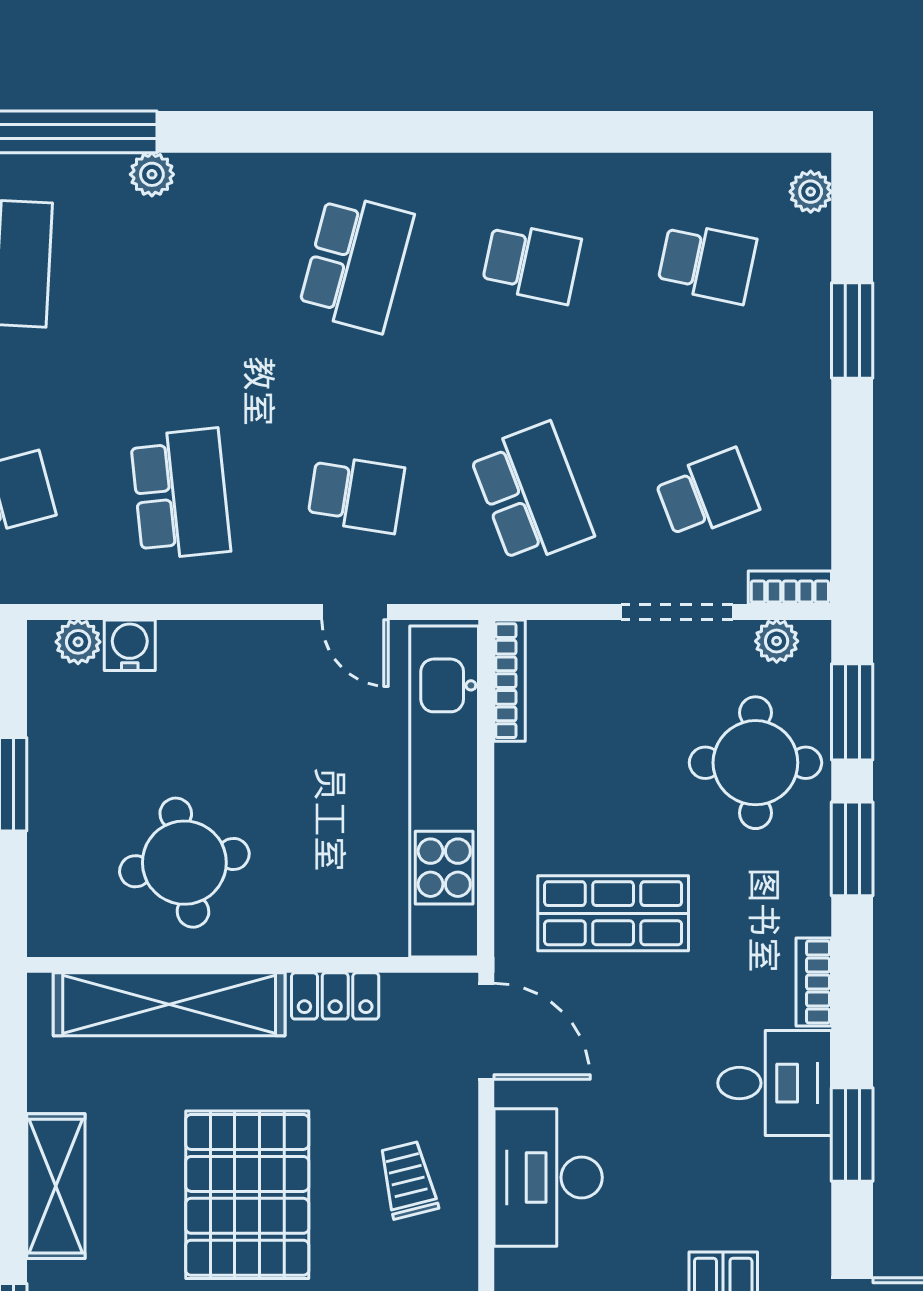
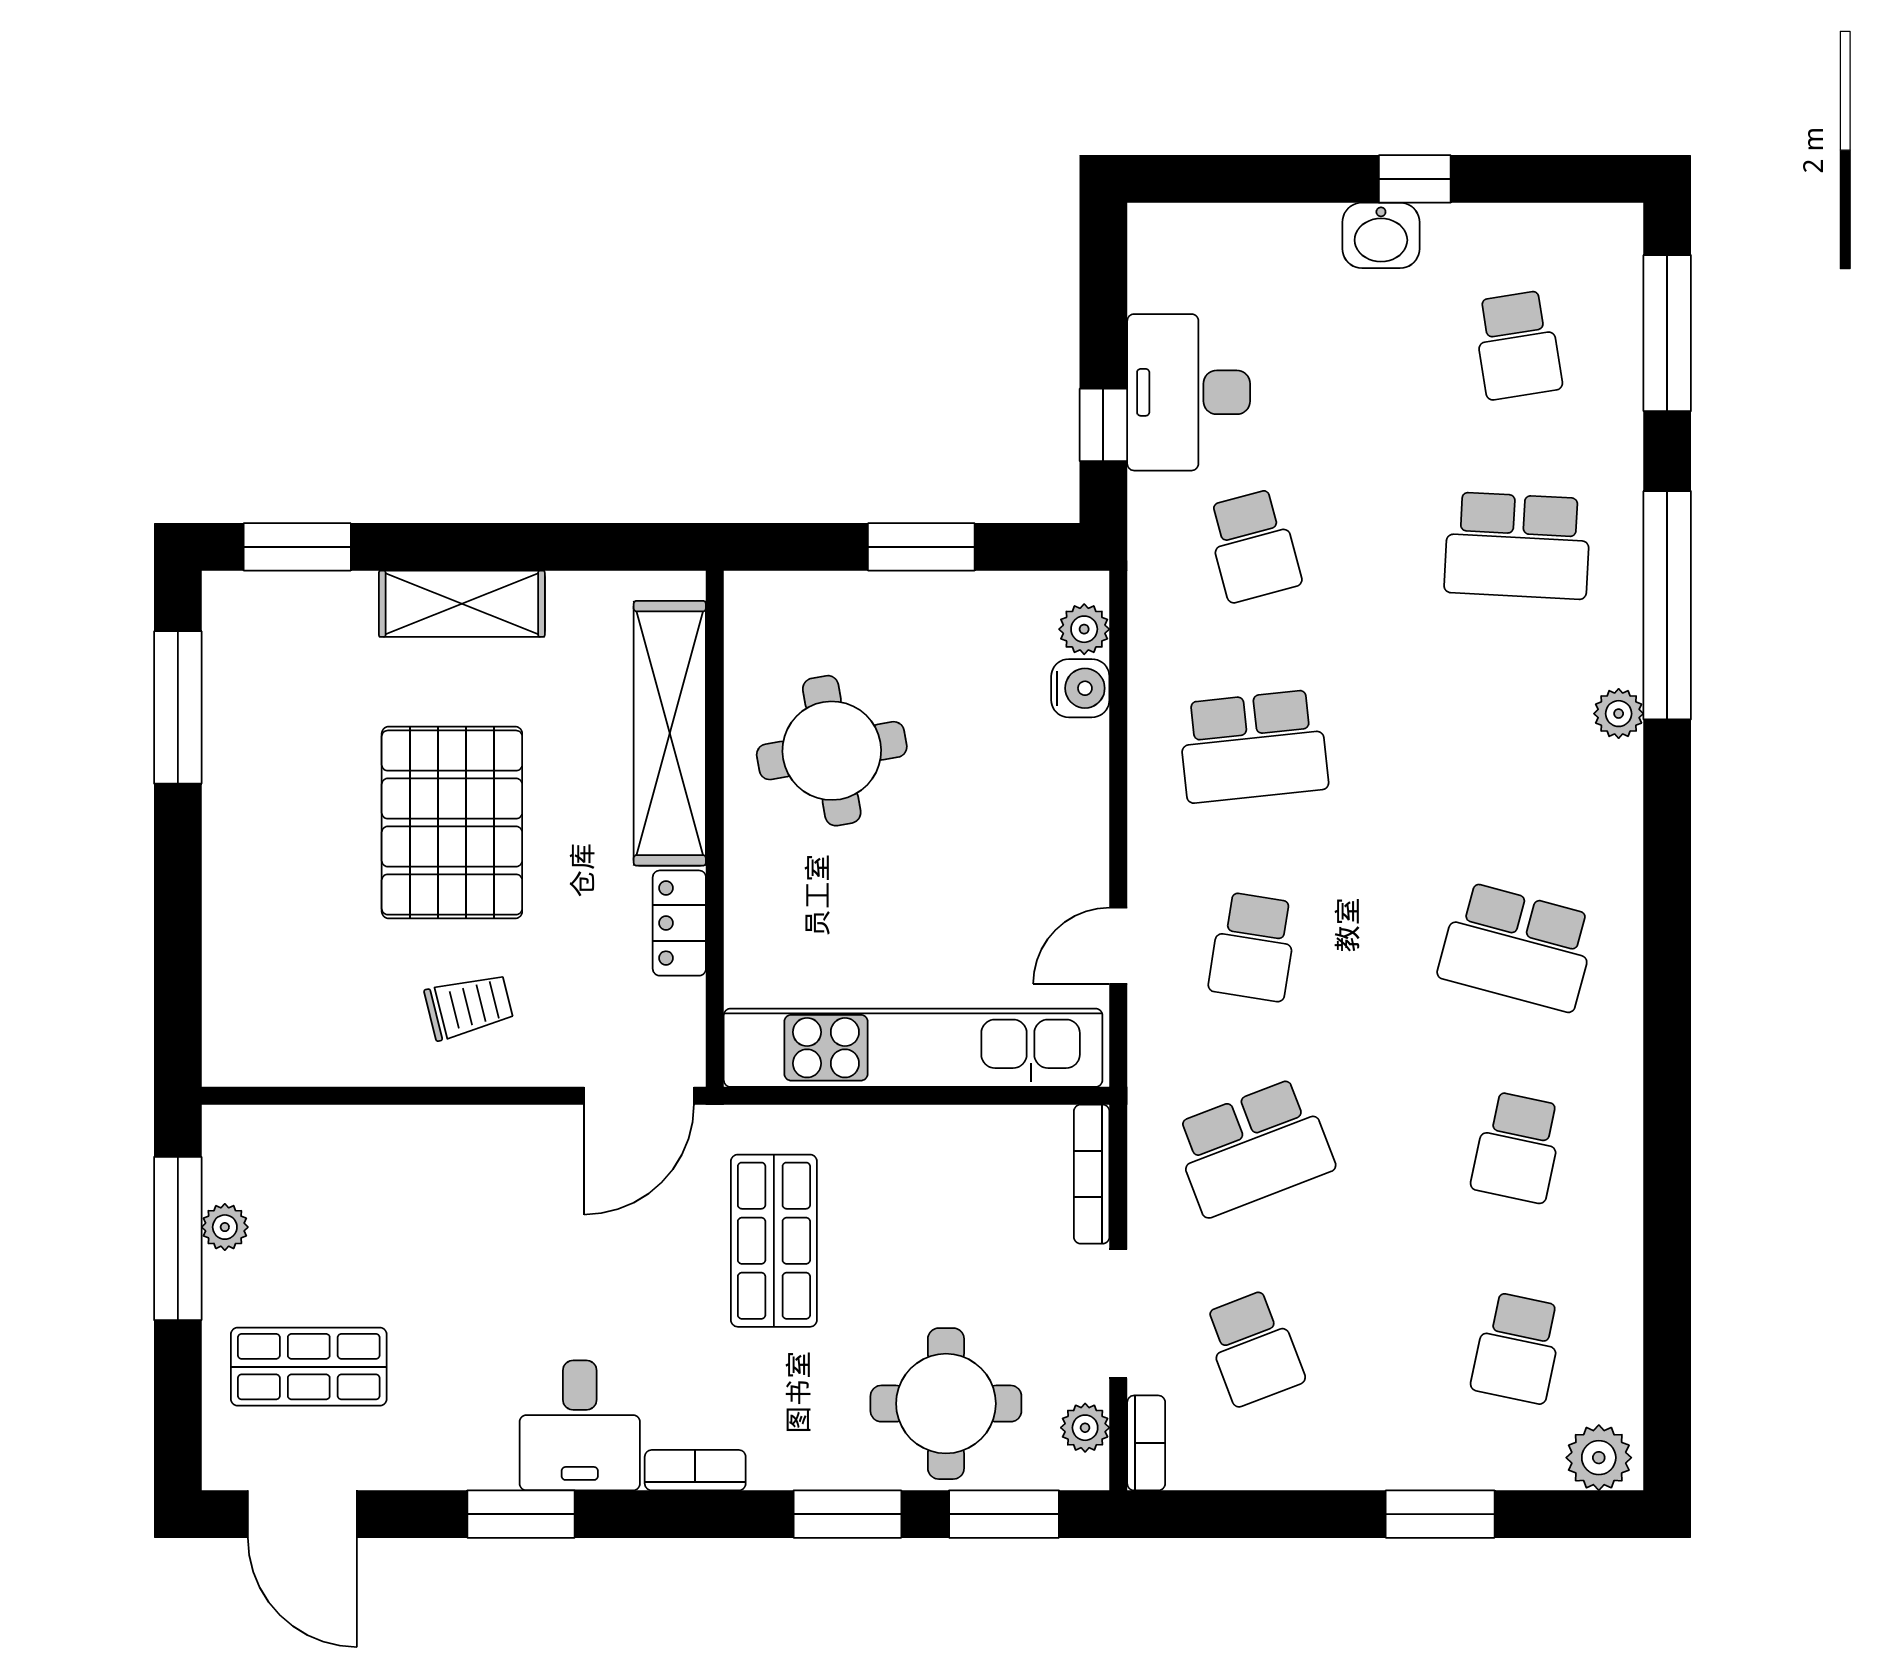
plant: (811, 192) -> (1599, 1458), width x1.38, depth x1.38
bookcase: (510, 681) -> (1092, 1174), moved, turned 90
desk: (548, 1178) -> (472, 1166), removed
pallet: (247, 1195) -> (452, 823), turned 90

